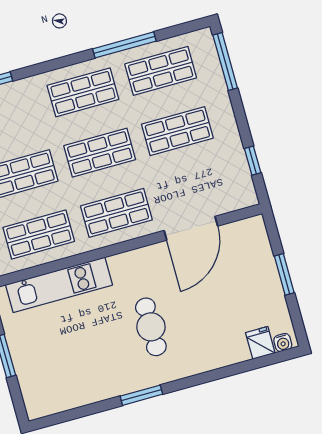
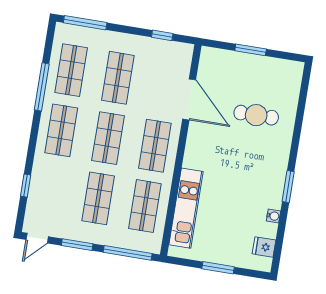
cafe table: (151, 327) -> (256, 115), moved
fridge: (260, 343) -> (264, 247), moved
water cooler: (283, 343) -> (273, 216), moved

